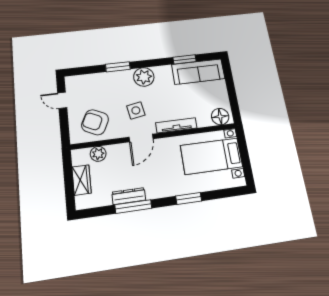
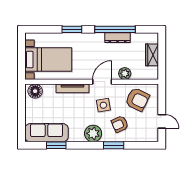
armchair: (113, 91) -> (120, 124), added
plant: (98, 154) -> (125, 73), moved
window: (133, 207) -> (115, 29), width x1.46

